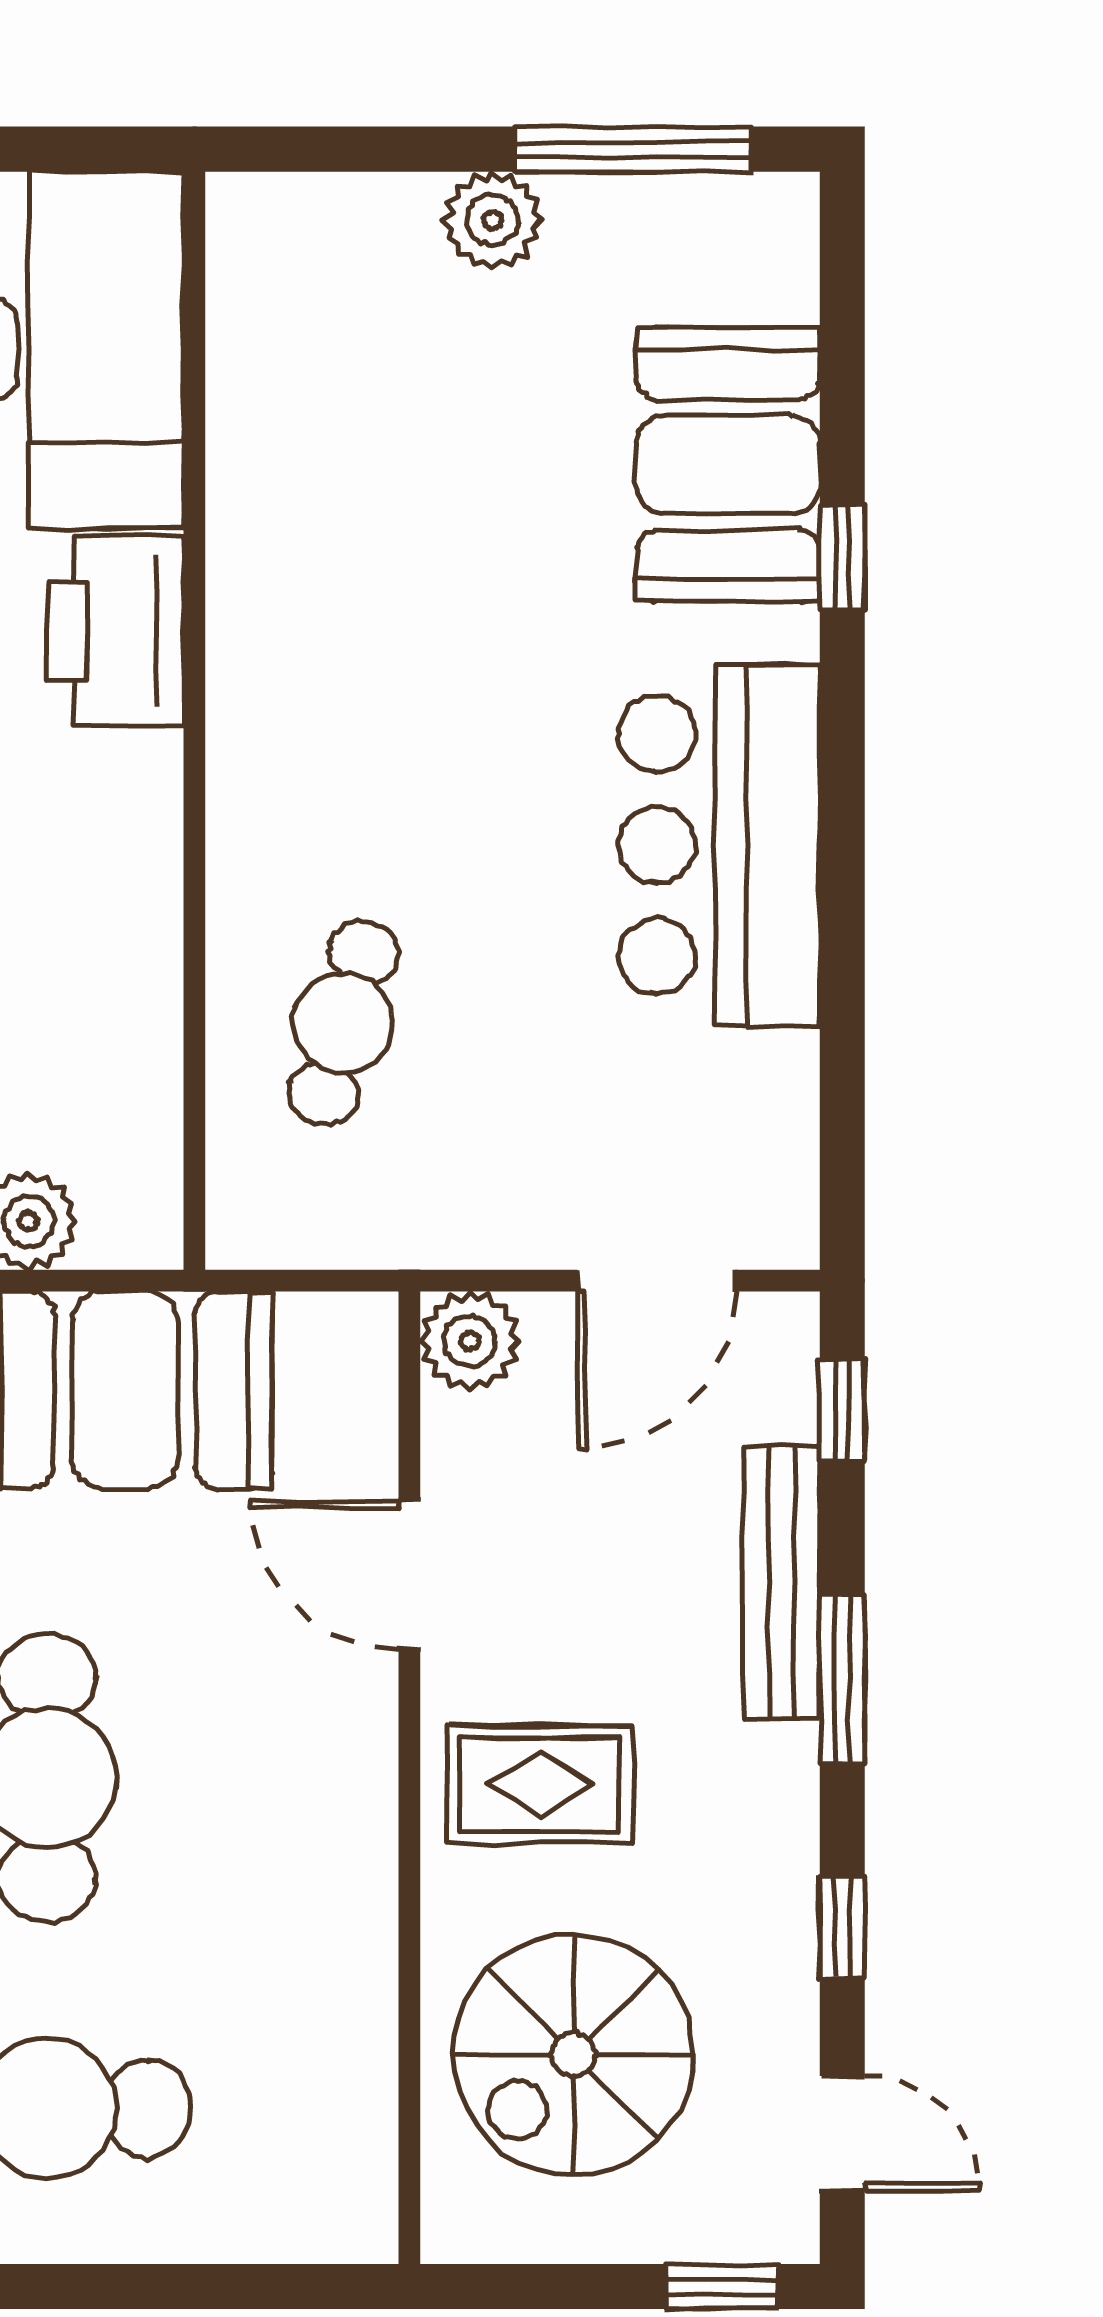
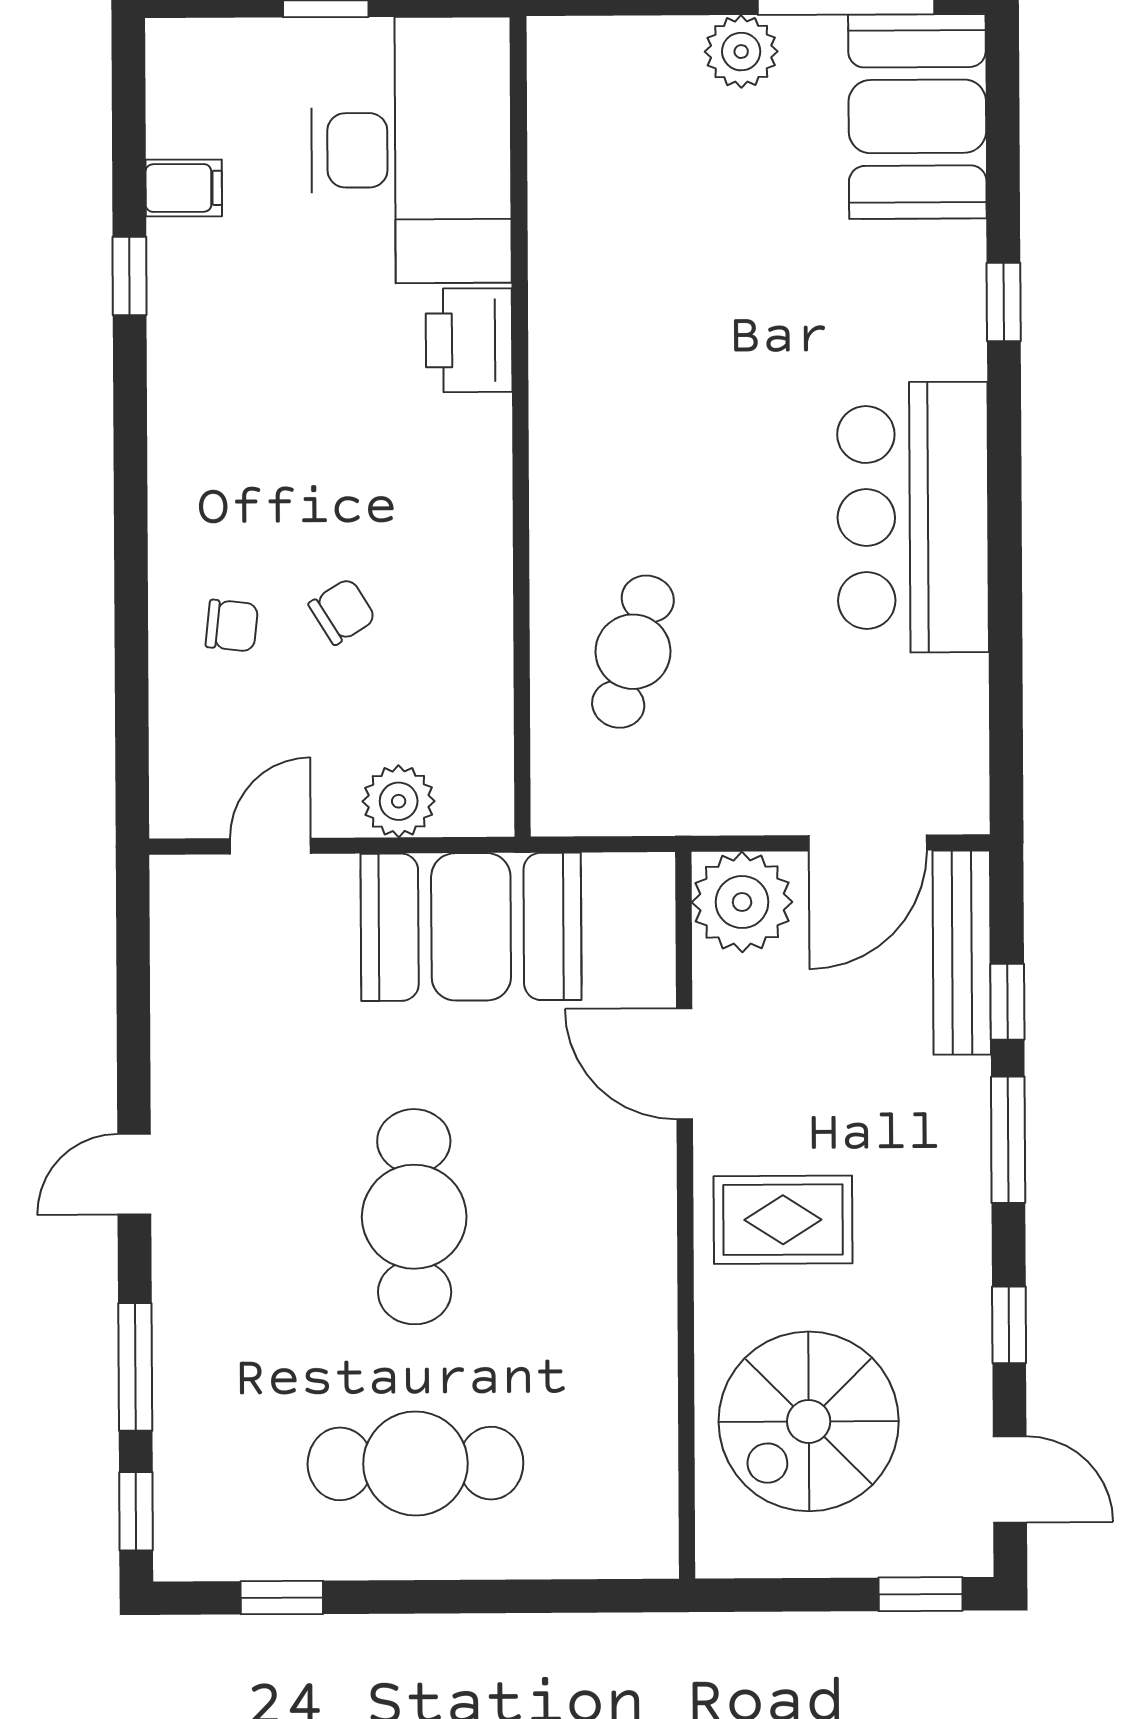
booth: (728, 465) -> (917, 116), moved
printer: (115, 631) -> (469, 340), width x0.73, depth x0.84
plant: (470, 1341) -> (742, 902), width x1.36, depth x1.36
window: (842, 1410) -> (1007, 1002), moved
bench: (782, 1583) -> (962, 953), moved

